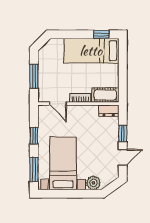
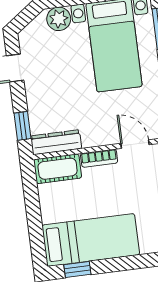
dresser: (109, 111) -> (56, 142), width x1.44
window: (123, 133) -> (22, 126), moved

